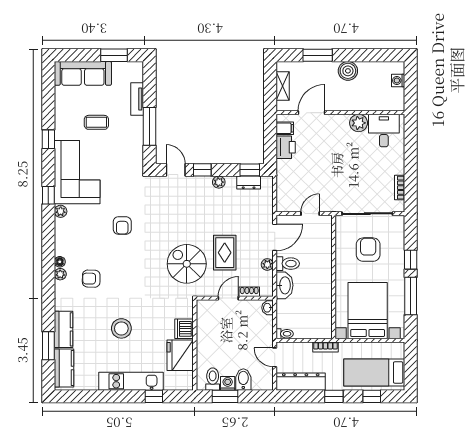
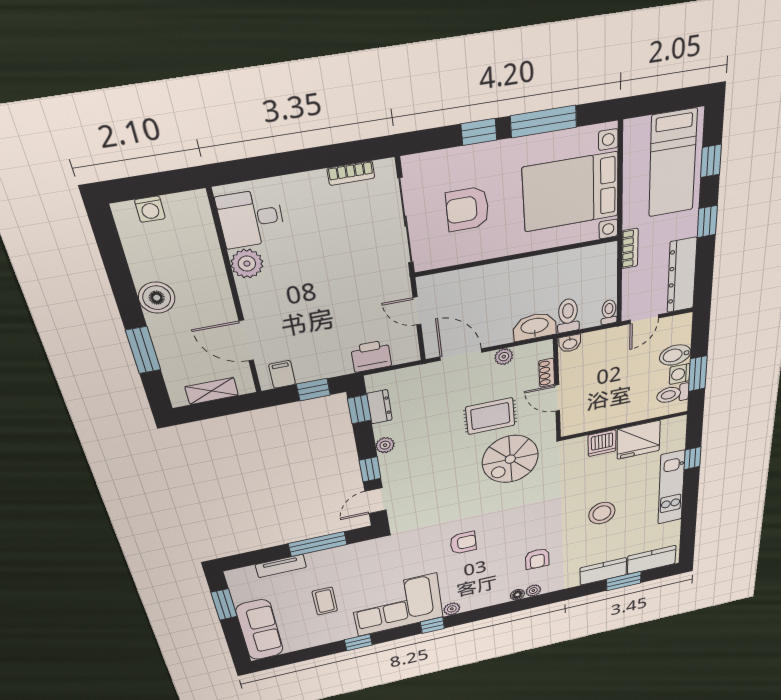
window: (270, 145) -> (313, 390), added
printer: (286, 147) -> (371, 356), moved
toilet: (288, 264) -> (568, 315), moved

